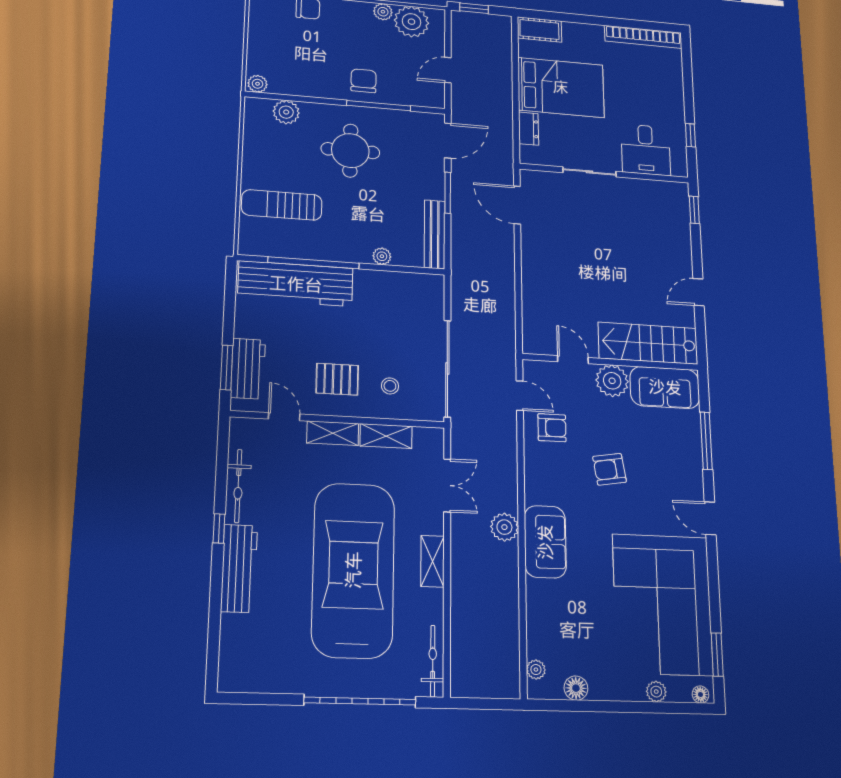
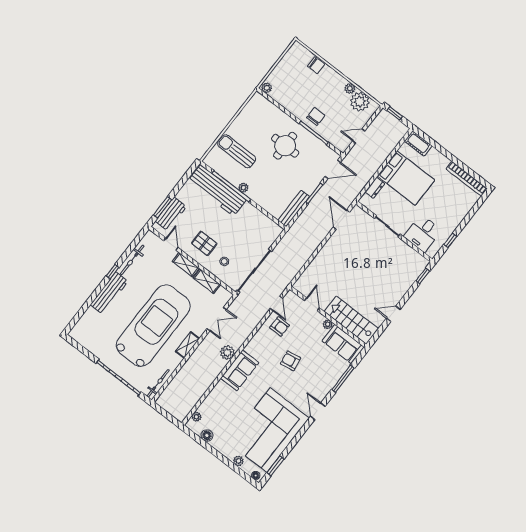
plant: (286, 112) -> (270, 109), removed
plant: (382, 256) -> (243, 188), moved
plant: (612, 381) -> (328, 324), width x0.53, depth x0.53

